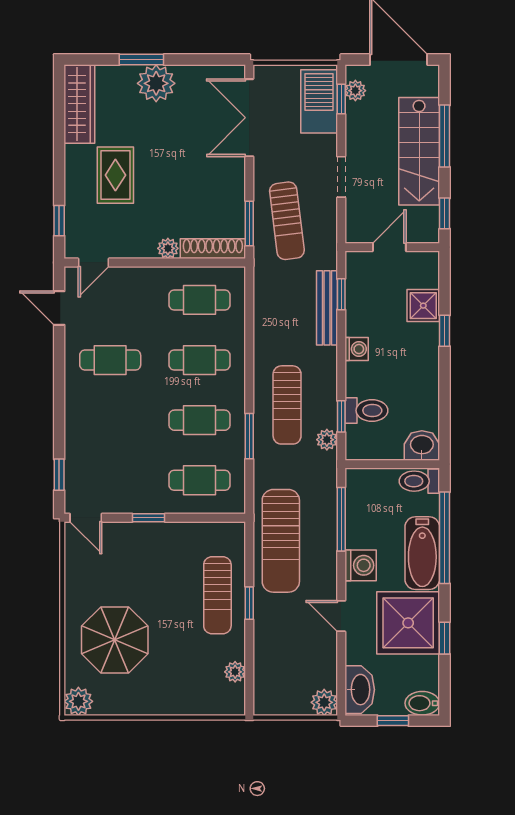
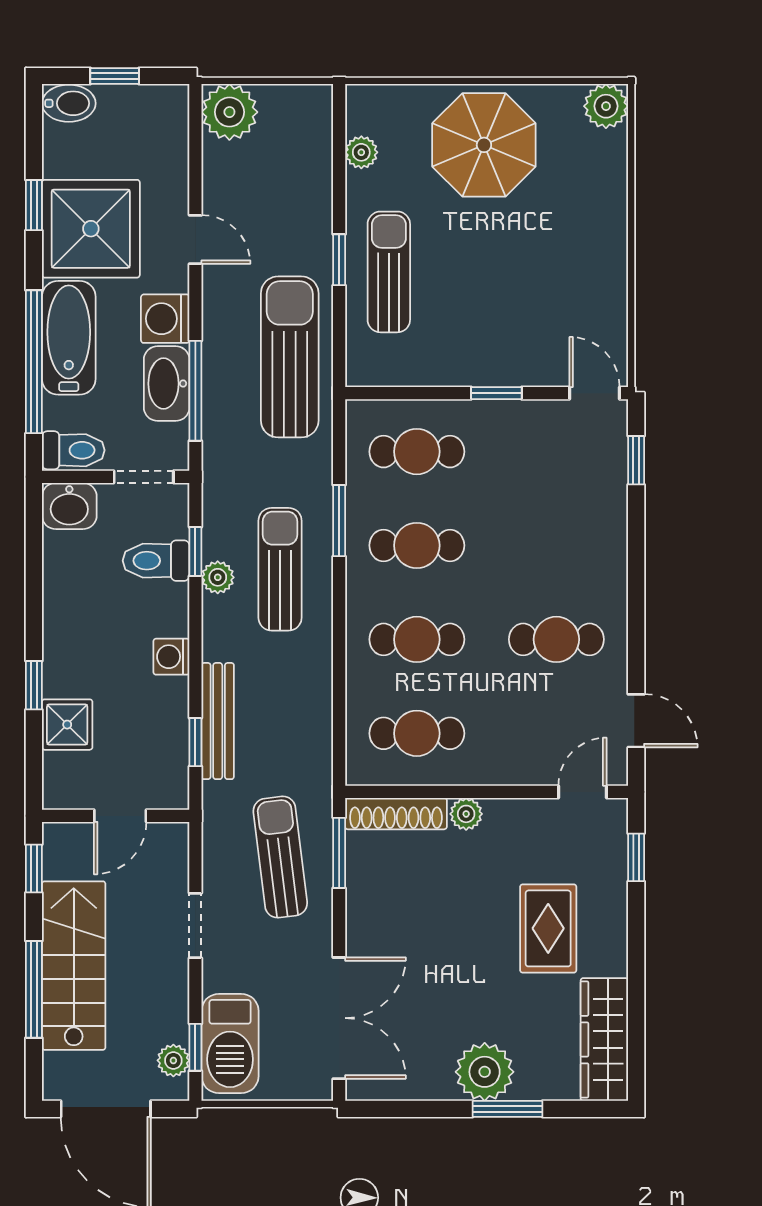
plant: (327, 440) -> (218, 577), moved
doorway: (374, 464) -> (144, 477), added
parasol: (115, 640) -> (484, 145), moved
washbasin: (360, 690) -> (167, 384), moved
plant: (324, 702) -> (229, 112), width x1.36, depth x1.36

